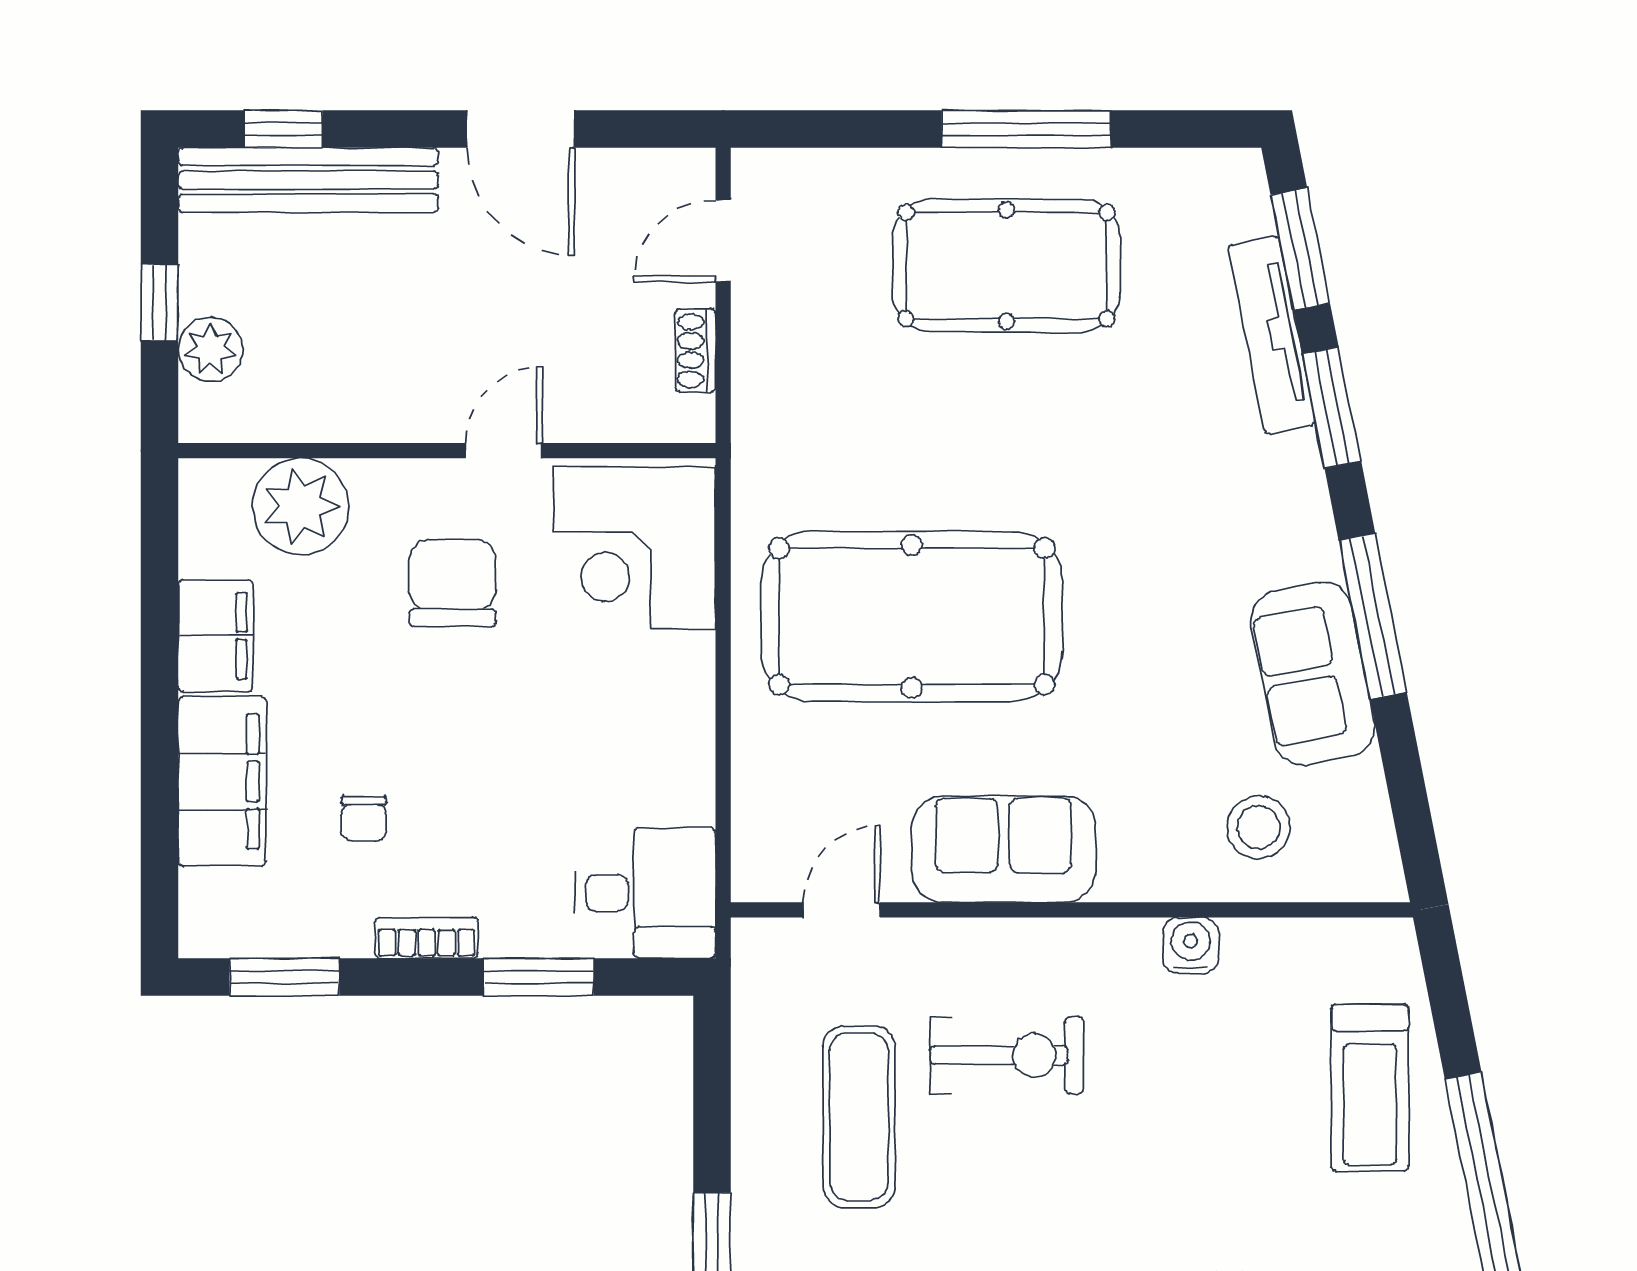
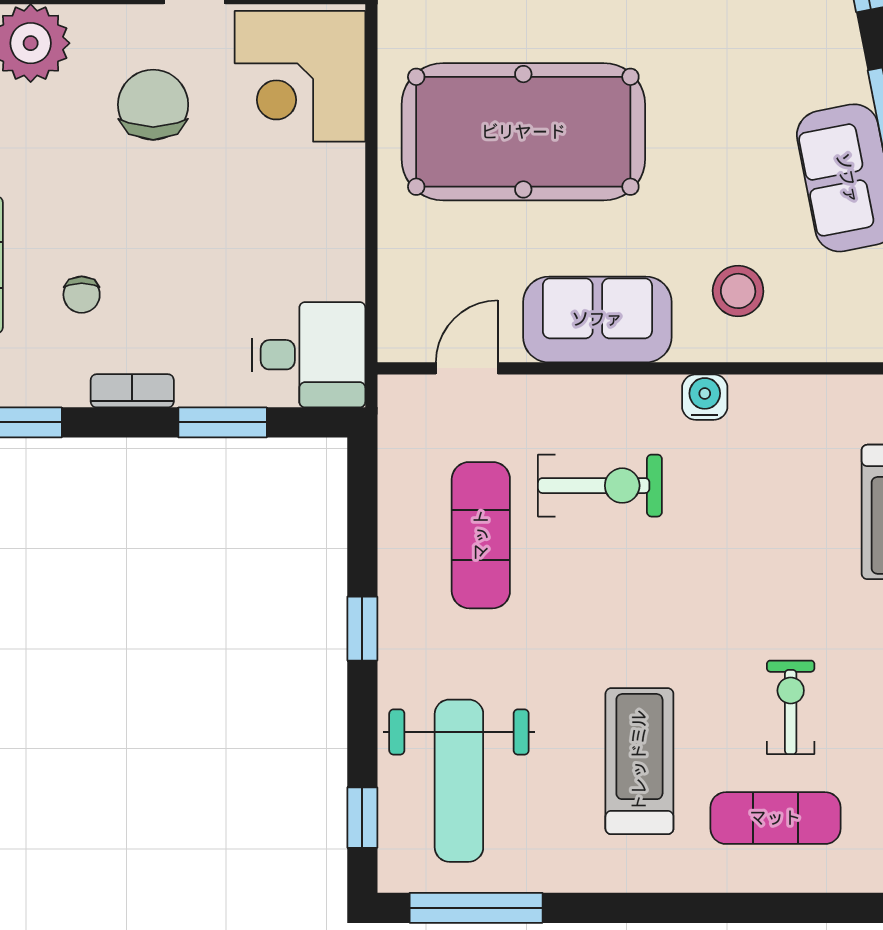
stool: (1259, 827) -> (738, 291), moved
water cooler: (1191, 945) -> (705, 397), moved

